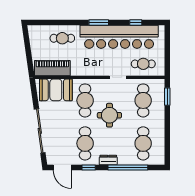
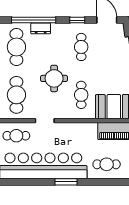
window: (136, 22) -> (25, 182), removed
cafe table: (85, 100) -> (81, 95), width x0.73, depth x0.74
cafe table: (85, 143) -> (81, 47), width x0.73, depth x0.74
dresser: (108, 160) -> (41, 28), moved

